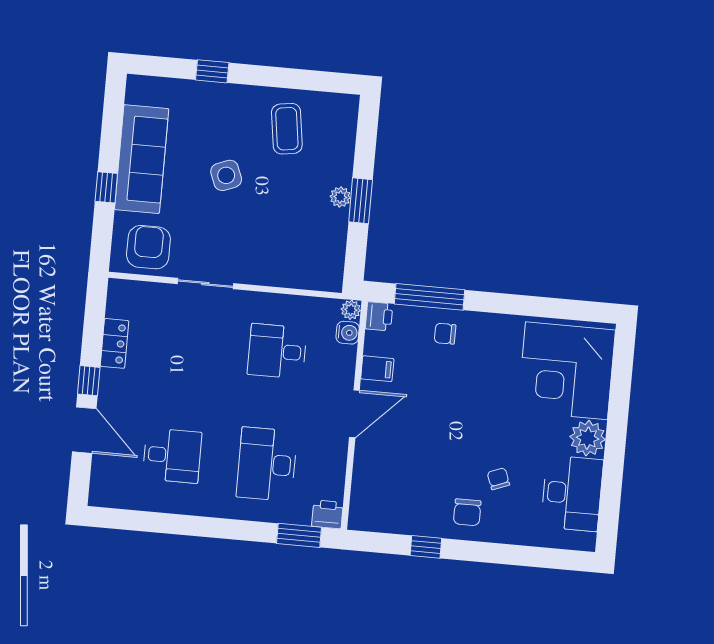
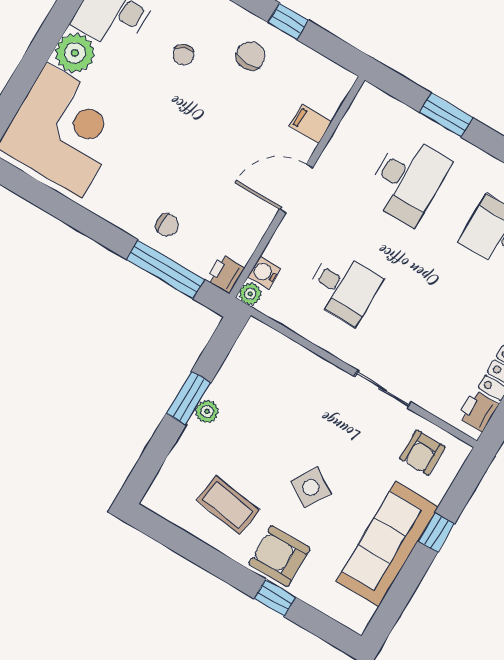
armchair: (225, 107) -> (279, 556), added
coffee table: (287, 129) -> (228, 505), turned -74
side table: (226, 175) -> (311, 487), turned -37
armchair: (148, 247) -> (422, 453), width x0.72, depth x0.72
filing cabinet: (377, 369) -> (310, 124), moved
chair: (467, 512) -> (251, 56), moved
printer: (327, 514) -> (478, 411), moved, turned 90
window: (299, 535) -> (446, 115), moved

